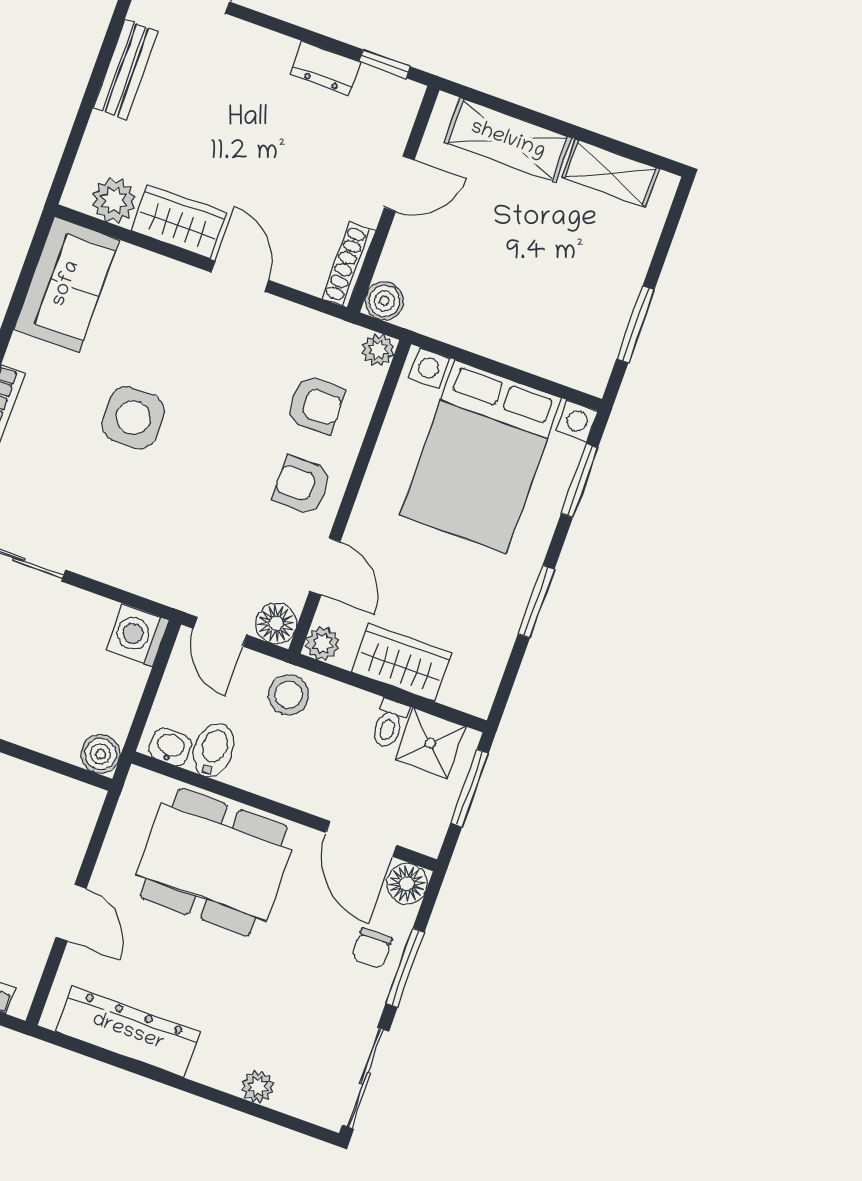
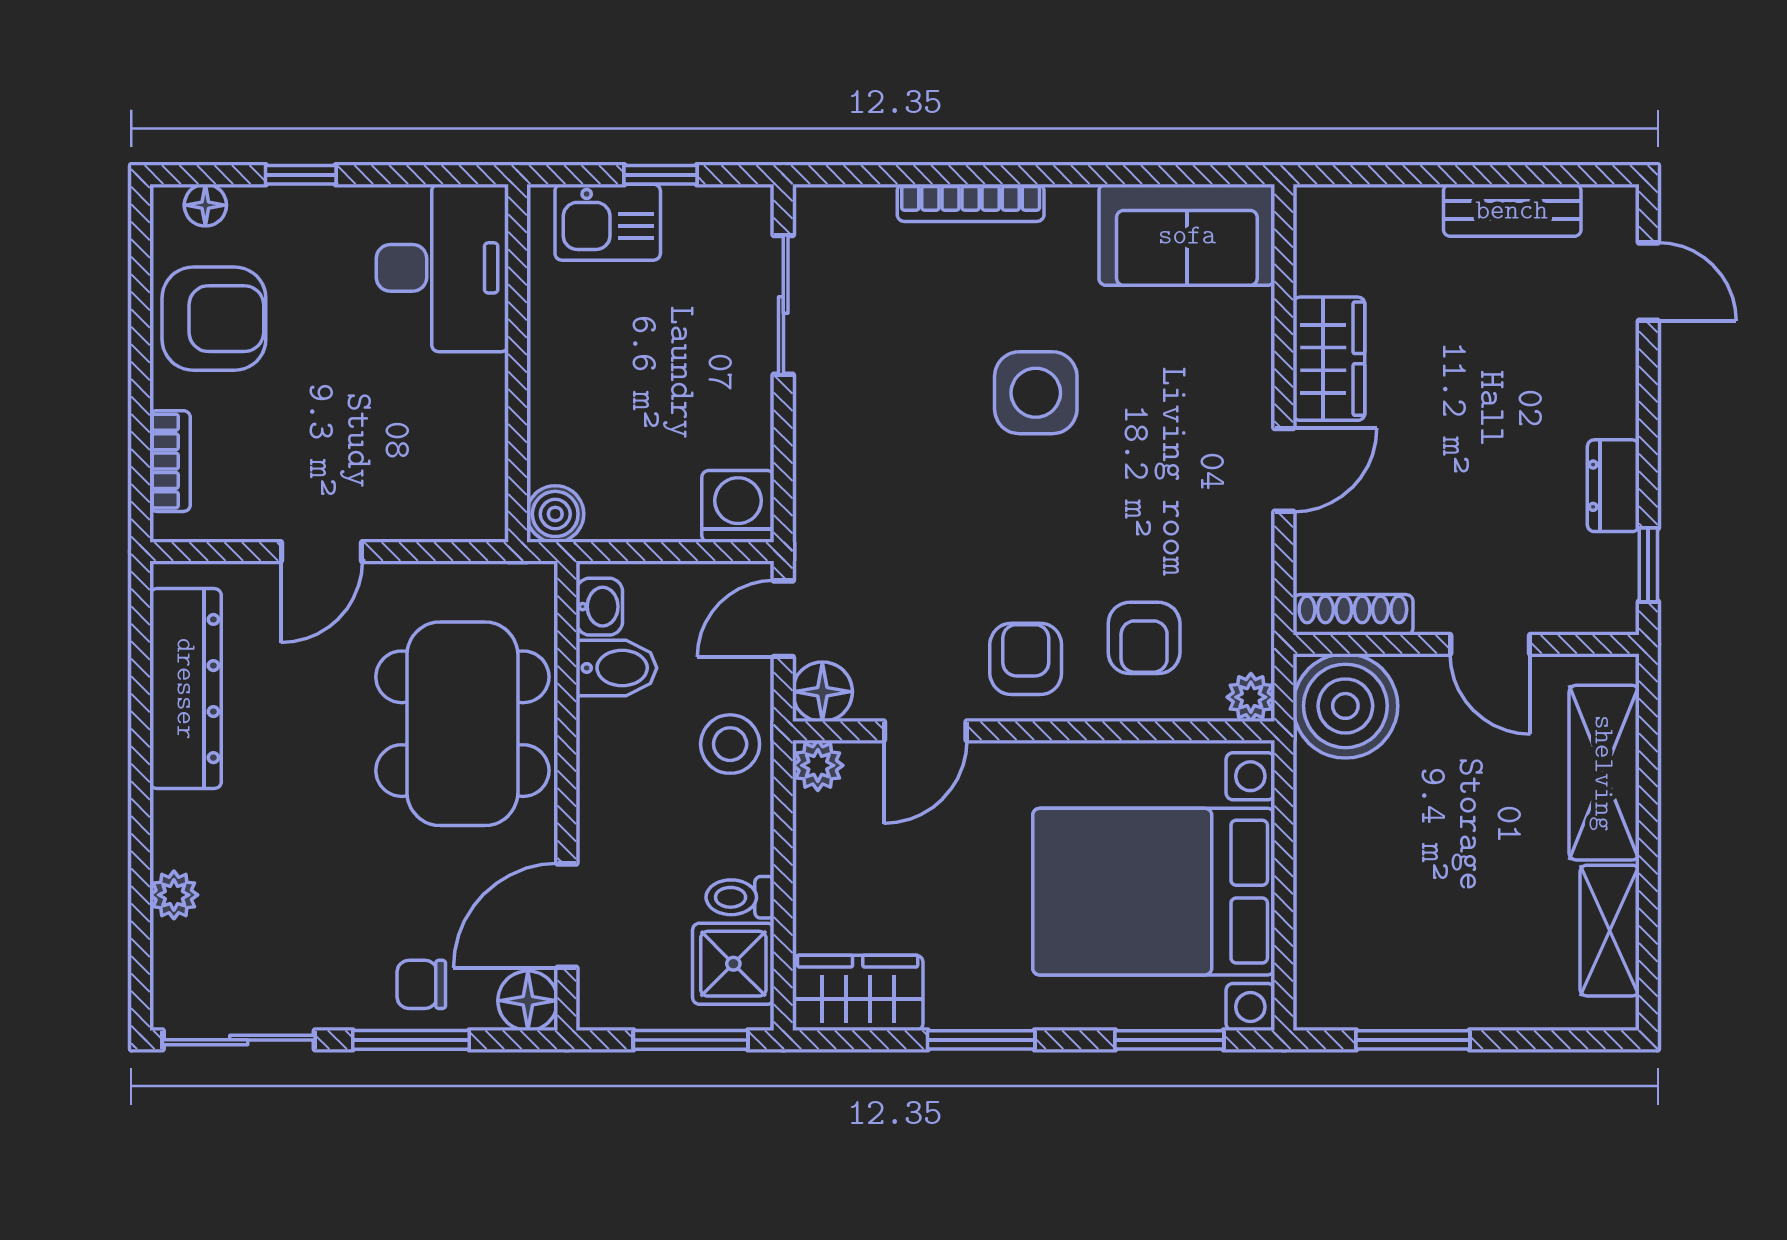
plant: (114, 201) -> (1326, 259), removed
boiler: (384, 301) -> (1345, 706), width x1.86, depth x1.86
wardrobe: (401, 663) -> (858, 993), moved, turned -90

